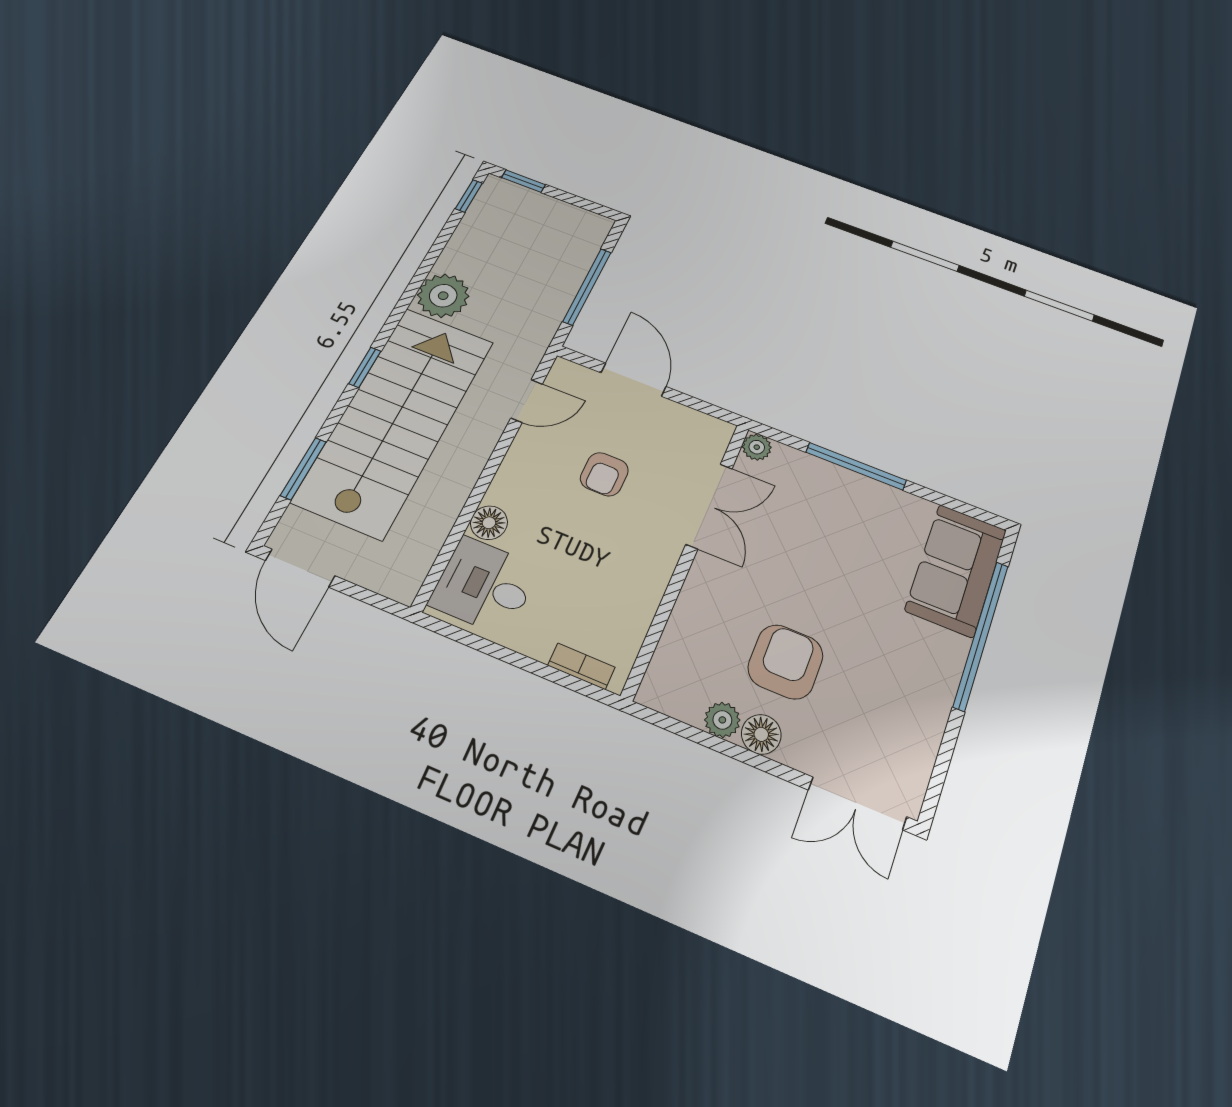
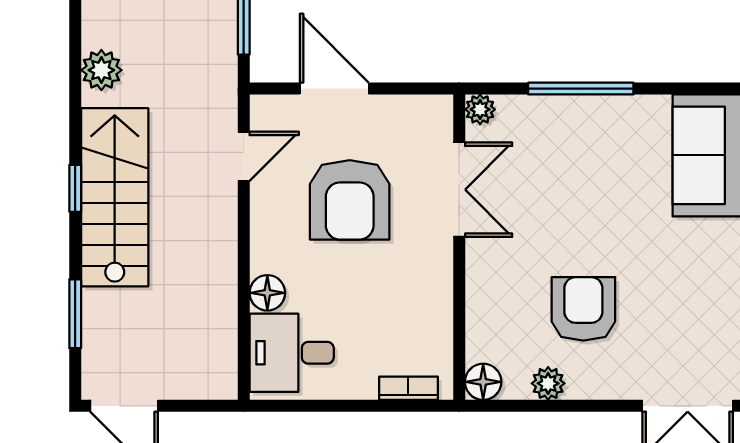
plant: (443, 296) -> (101, 70), width x0.73, depth x0.73
stairs: (395, 420) -> (115, 197), width x0.73, depth x0.66
armchair: (604, 474) -> (350, 200), width x1.88, depth x1.88
floor lamp: (761, 734) -> (483, 382), moved

